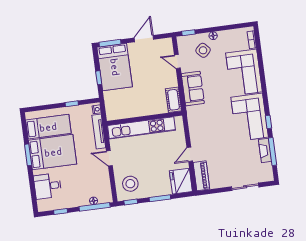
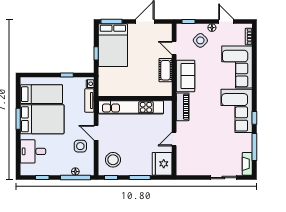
door: (227, 28) -> (226, 22), added
cot: (174, 100) -> (165, 70), moved
tv unit: (99, 131) -> (89, 100), width x0.71
fireplace: (265, 150) -> (247, 164), moved
side table: (95, 174) -> (80, 146), added
piano: (201, 176) -> (183, 107), moved

